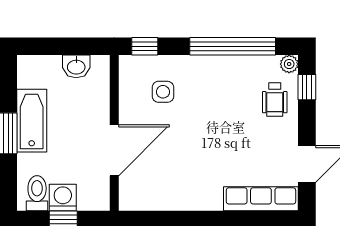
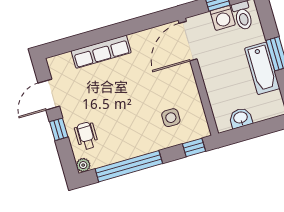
window: (307, 87) -> (59, 129), moved
door: (114, 150) -> (188, 41), moved
row of seats: (261, 199) -> (101, 52), moved

